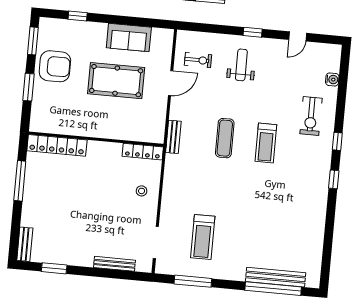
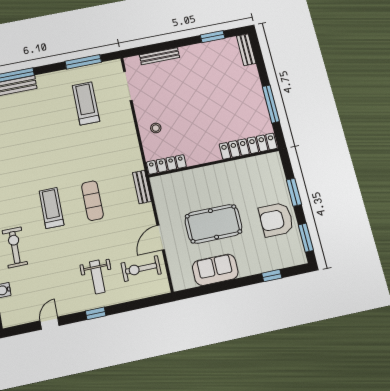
exercise bike: (198, 60) -> (141, 268), width x1.38, depth x1.39

